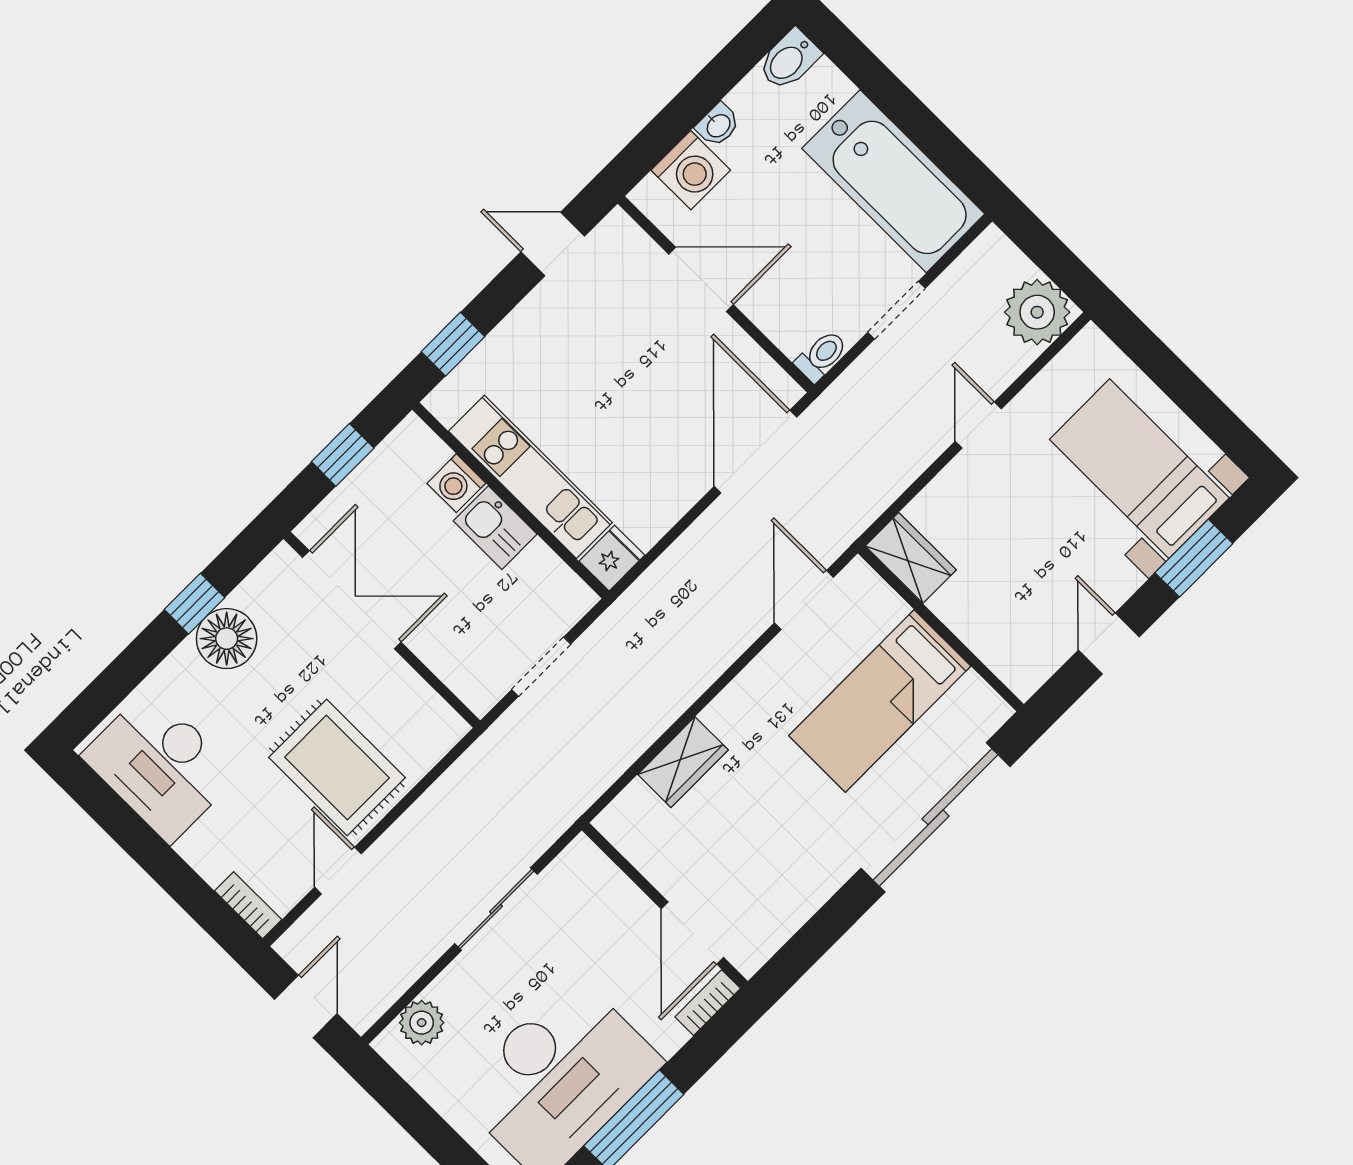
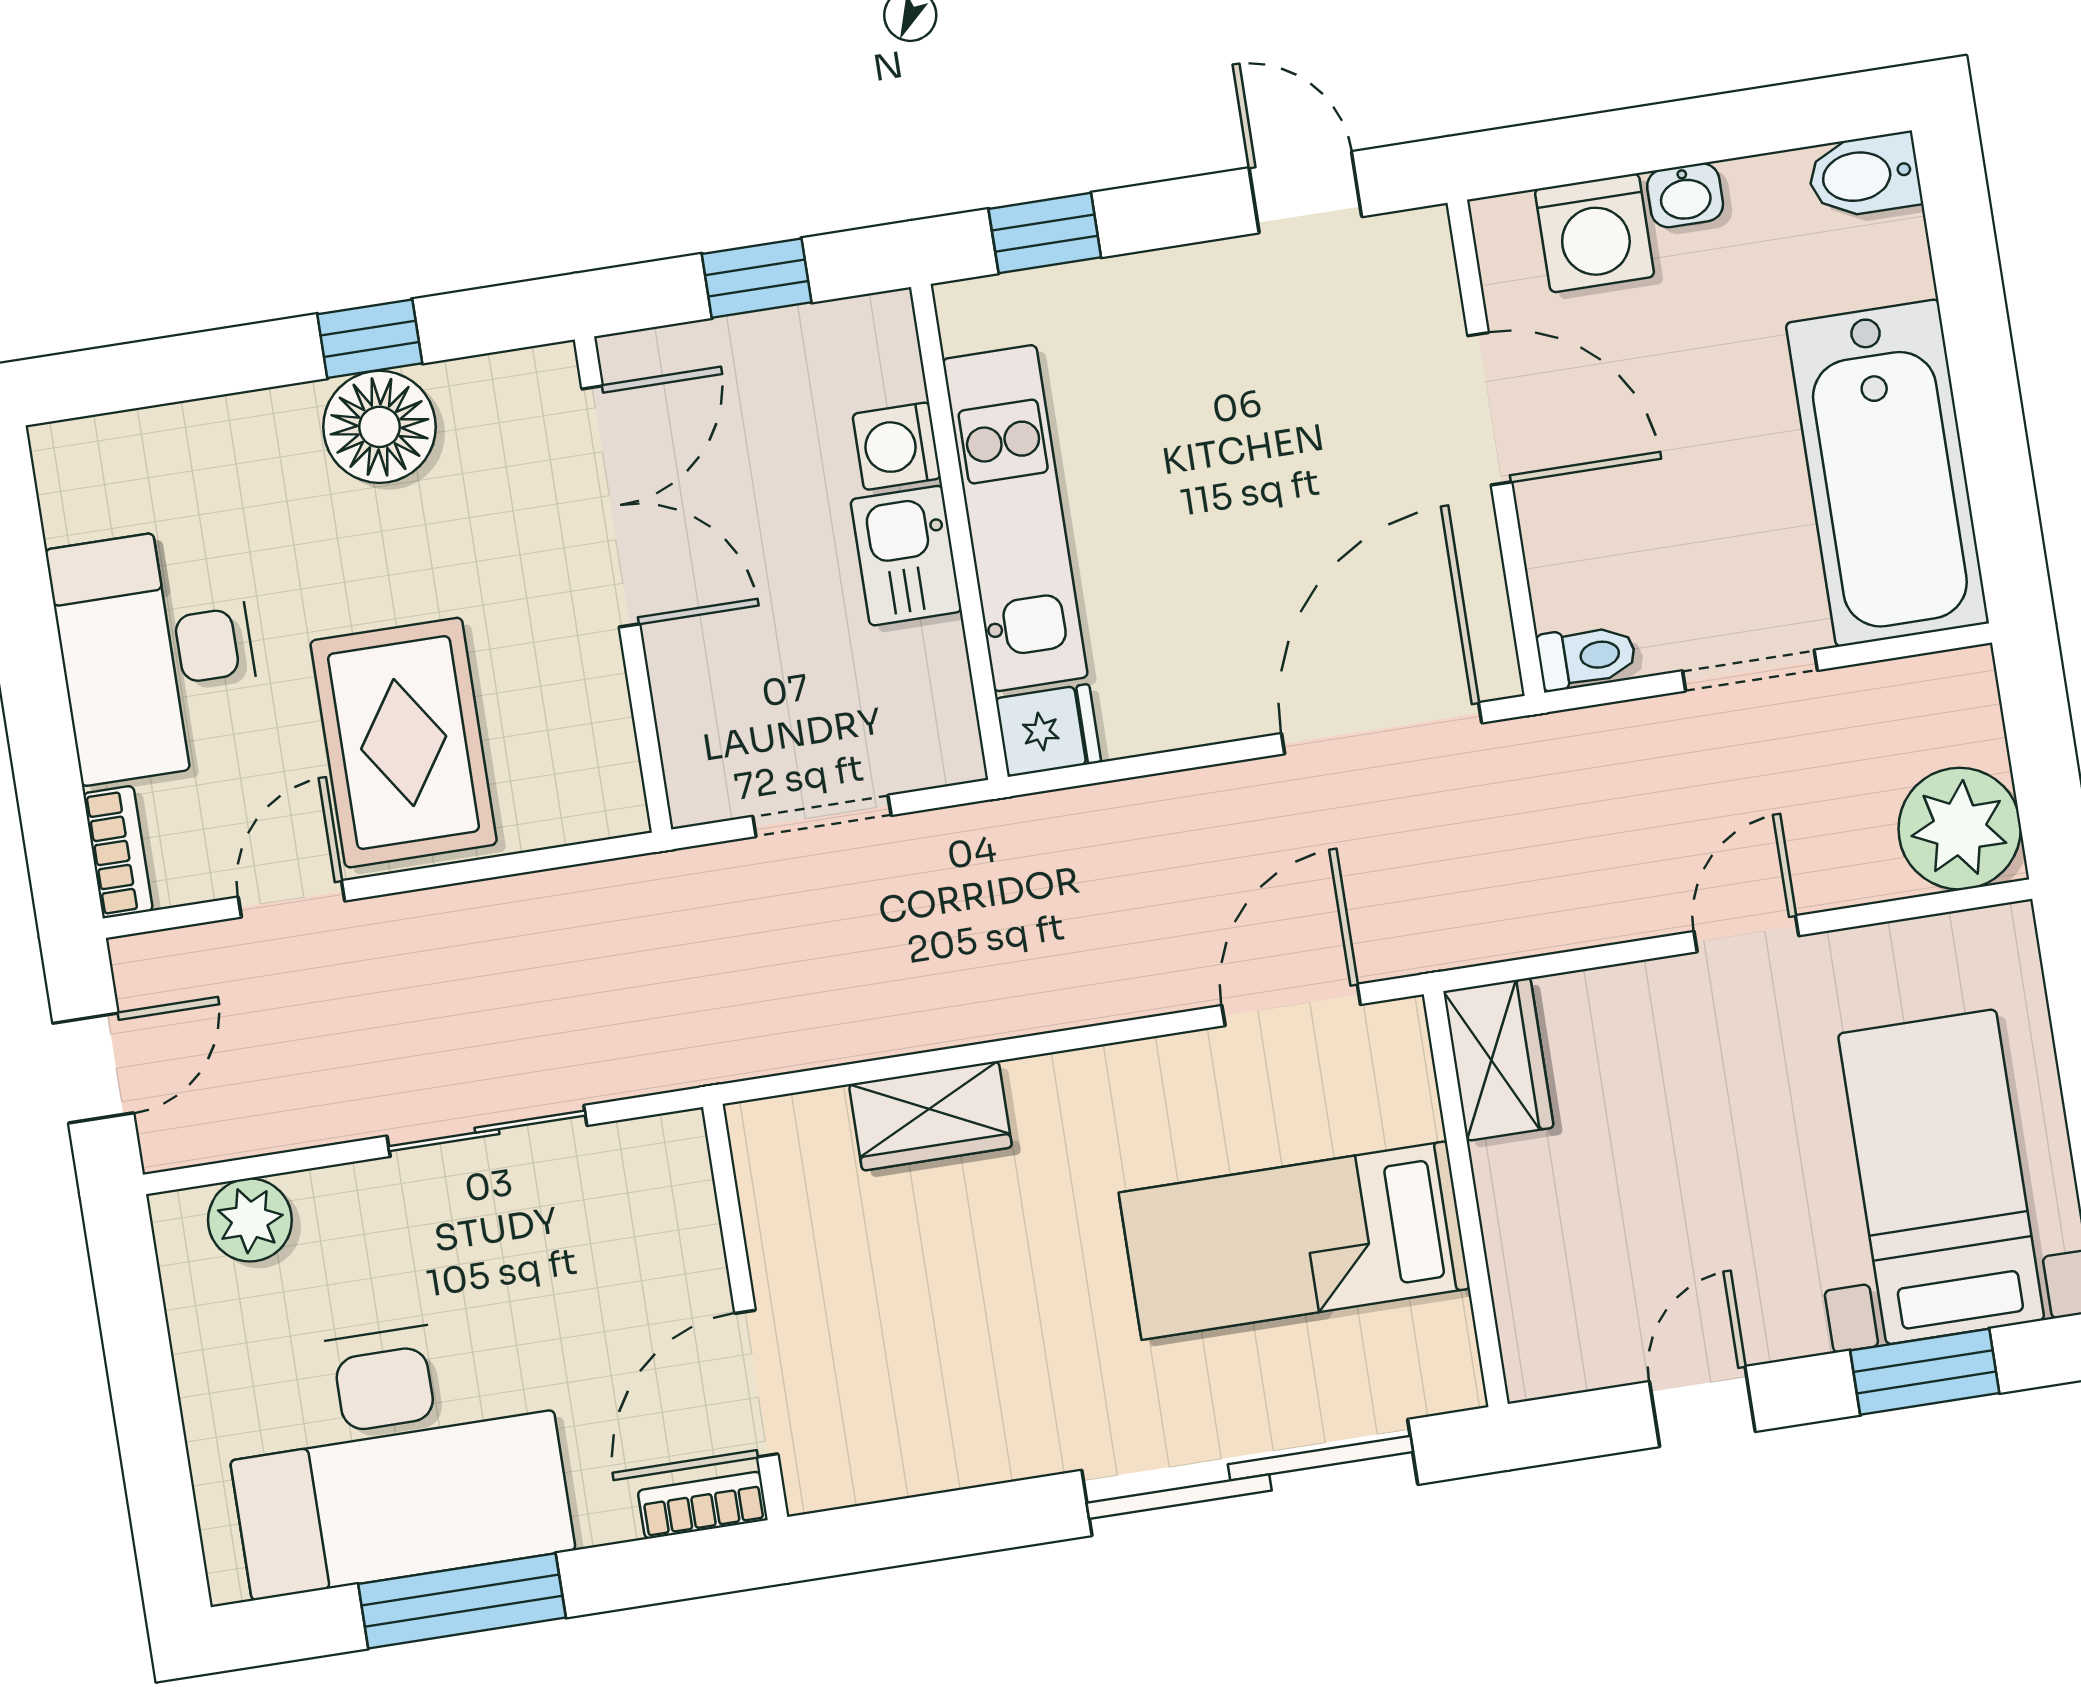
desk: (160, 765) -> (157, 654), moved

